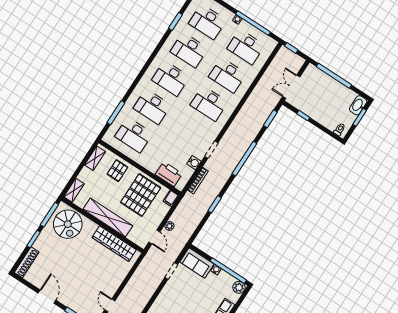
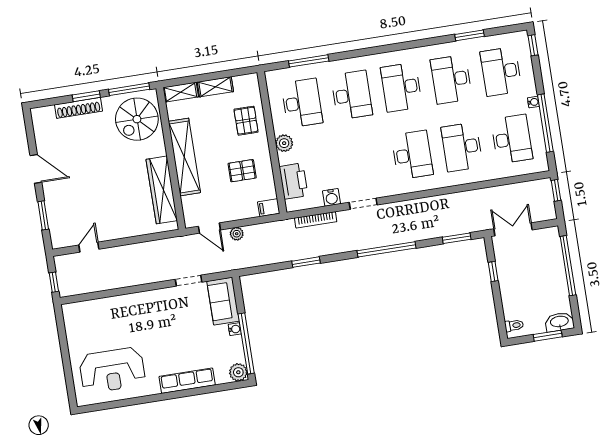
desk: (246, 47) -> (512, 139), turned 180
desk: (209, 103) -> (412, 155), turned 180
desk: (152, 107) -> (352, 95), turned 180
desk: (134, 135) -> (302, 103), turned 180
shelving: (95, 158) -> (215, 87), moved
plant: (146, 162) -> (284, 143), added
pallet: (117, 171) -> (246, 121), turned 90
pallet: (141, 195) -> (242, 171), width x0.49, depth x0.50
door: (154, 237) -> (209, 228), hinge flipped
shoe rack: (27, 262) -> (78, 108), moved
door: (47, 297) -> (36, 169), hinge flipped

